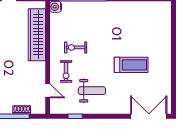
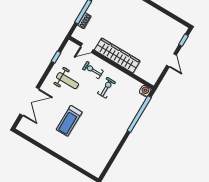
wardrobe: (37, 35) -> (117, 55), moved
weight bench: (92, 91) -> (67, 81), turned -90
double door: (149, 116) -> (29, 101), moved

